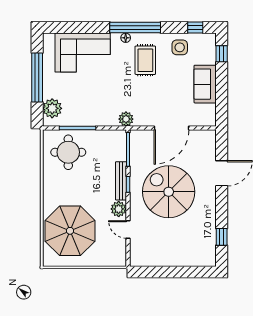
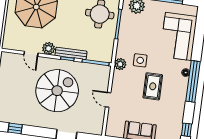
side table: (180, 47) -> (140, 60), moved
rug: (145, 60) -> (153, 86), moved, turned 90
door: (172, 128) -> (108, 100), width x0.53
door: (128, 230) -> (31, 54), swing flipped

